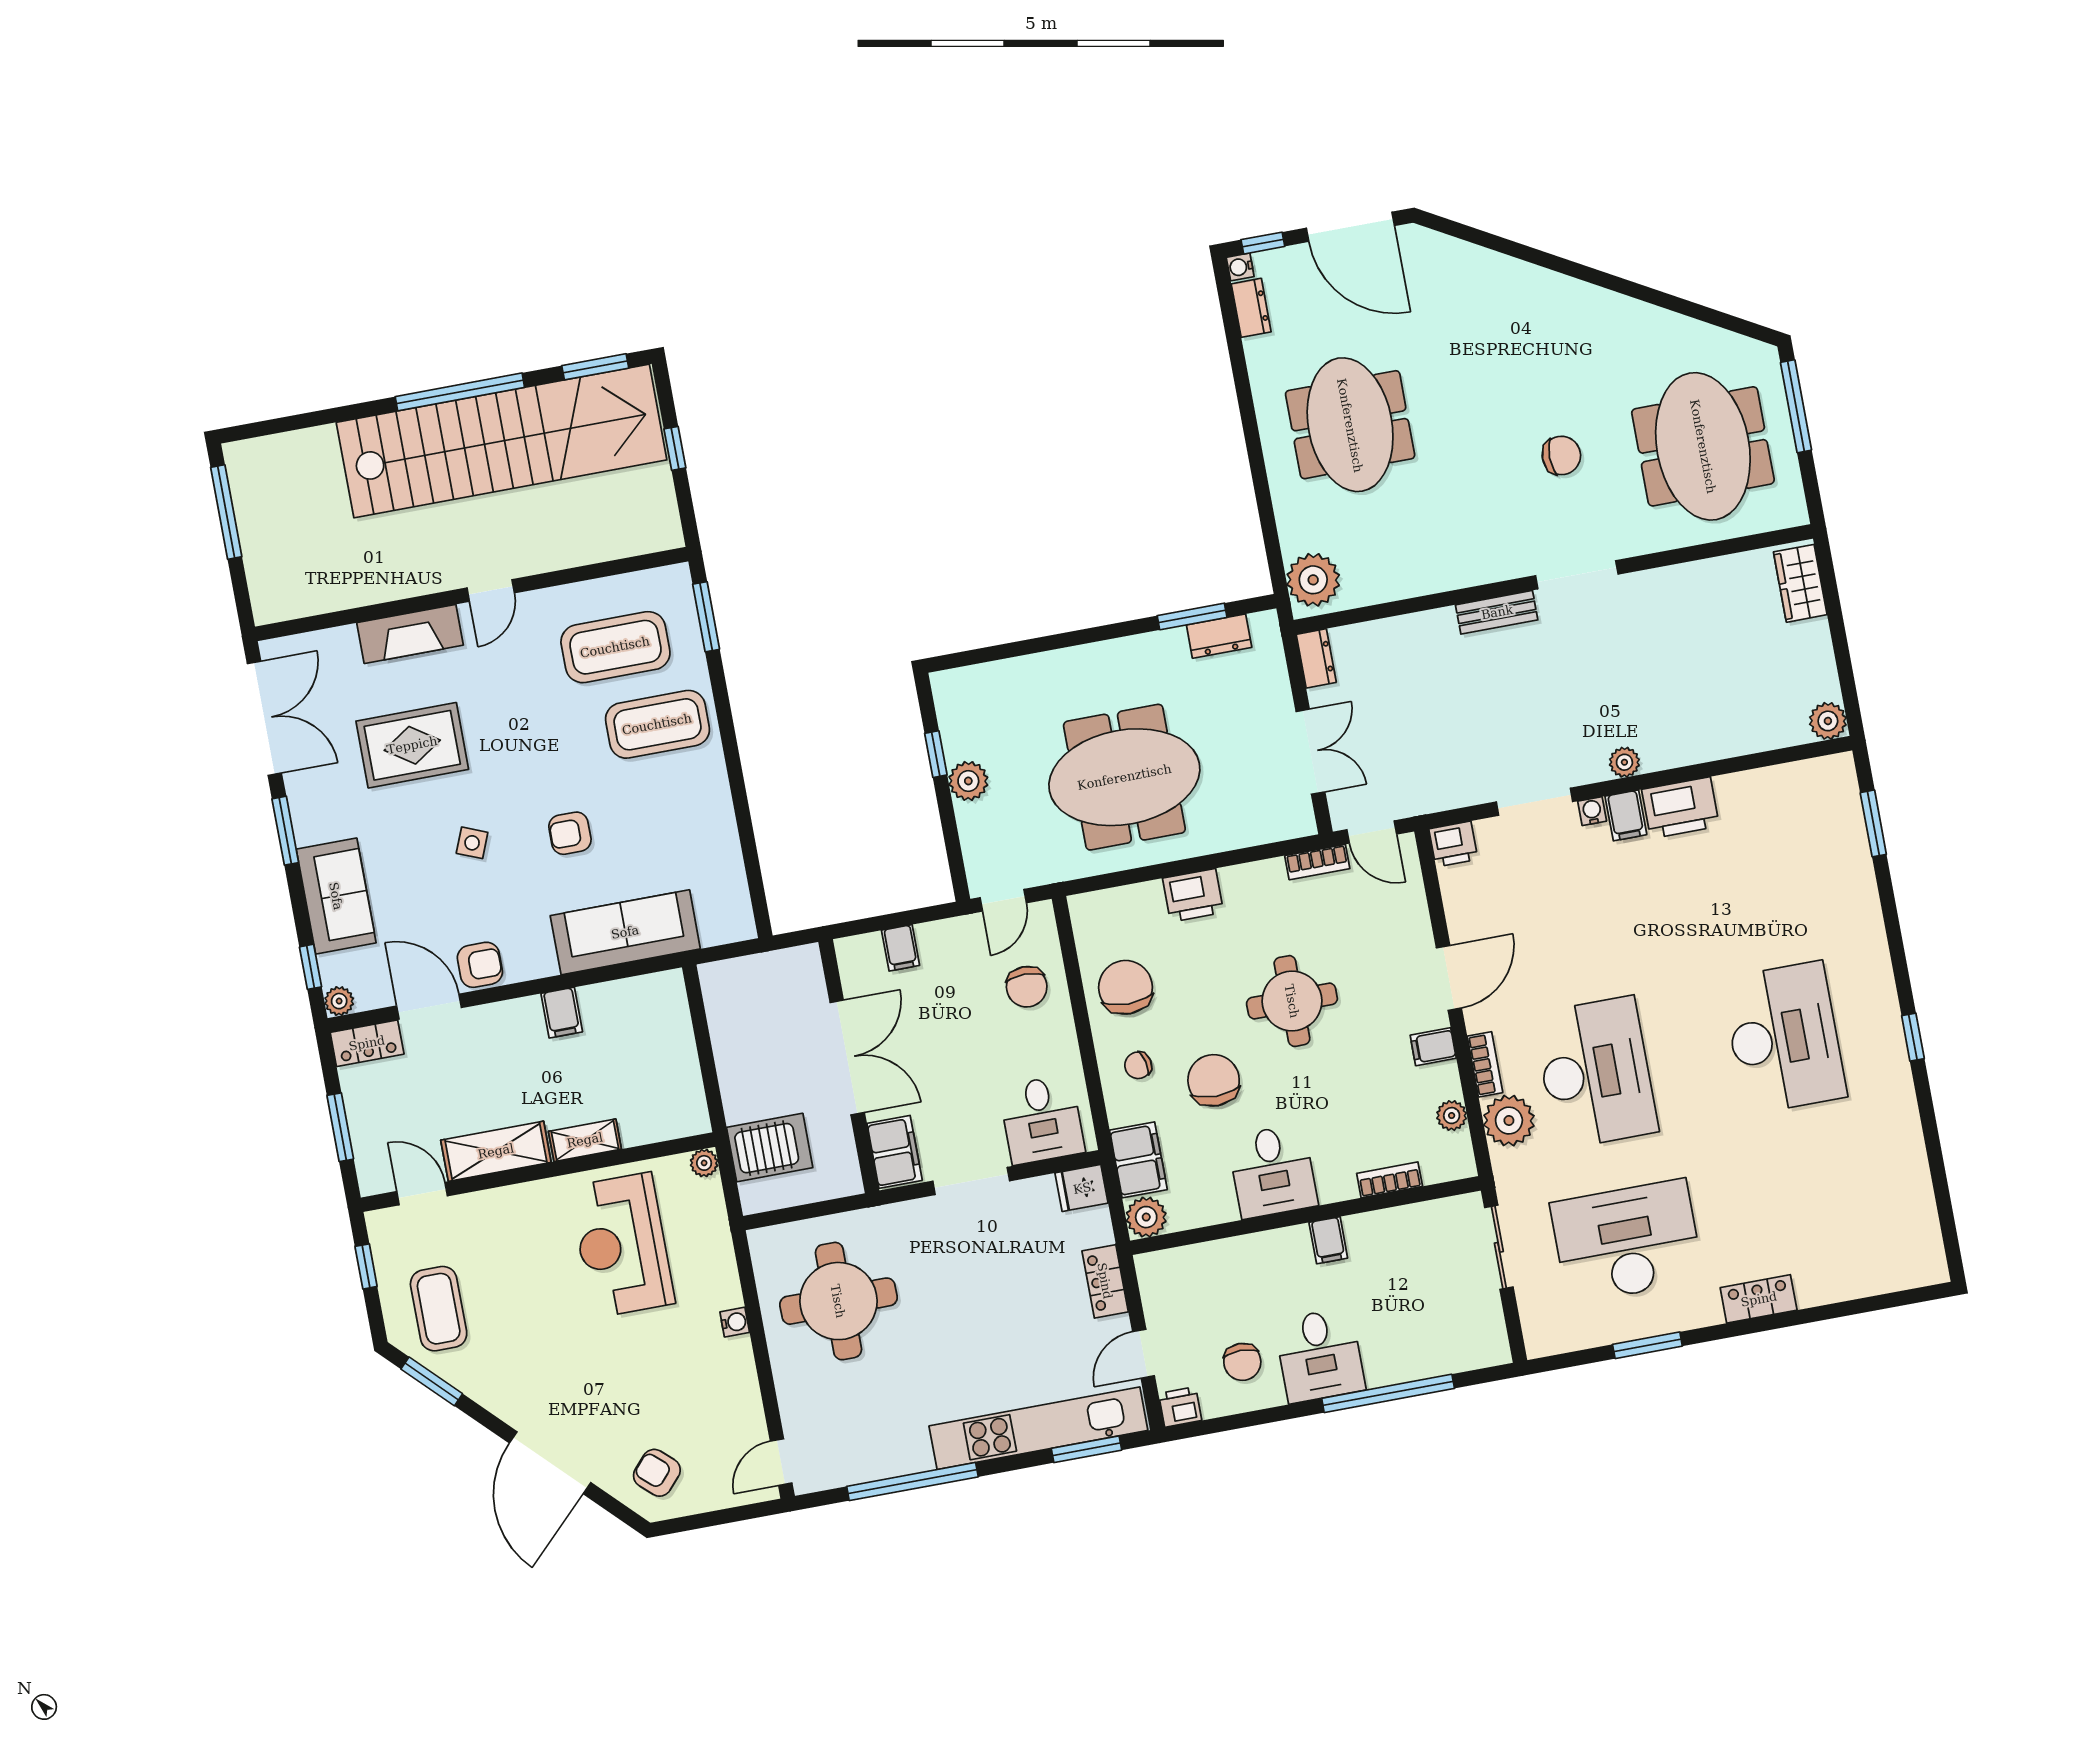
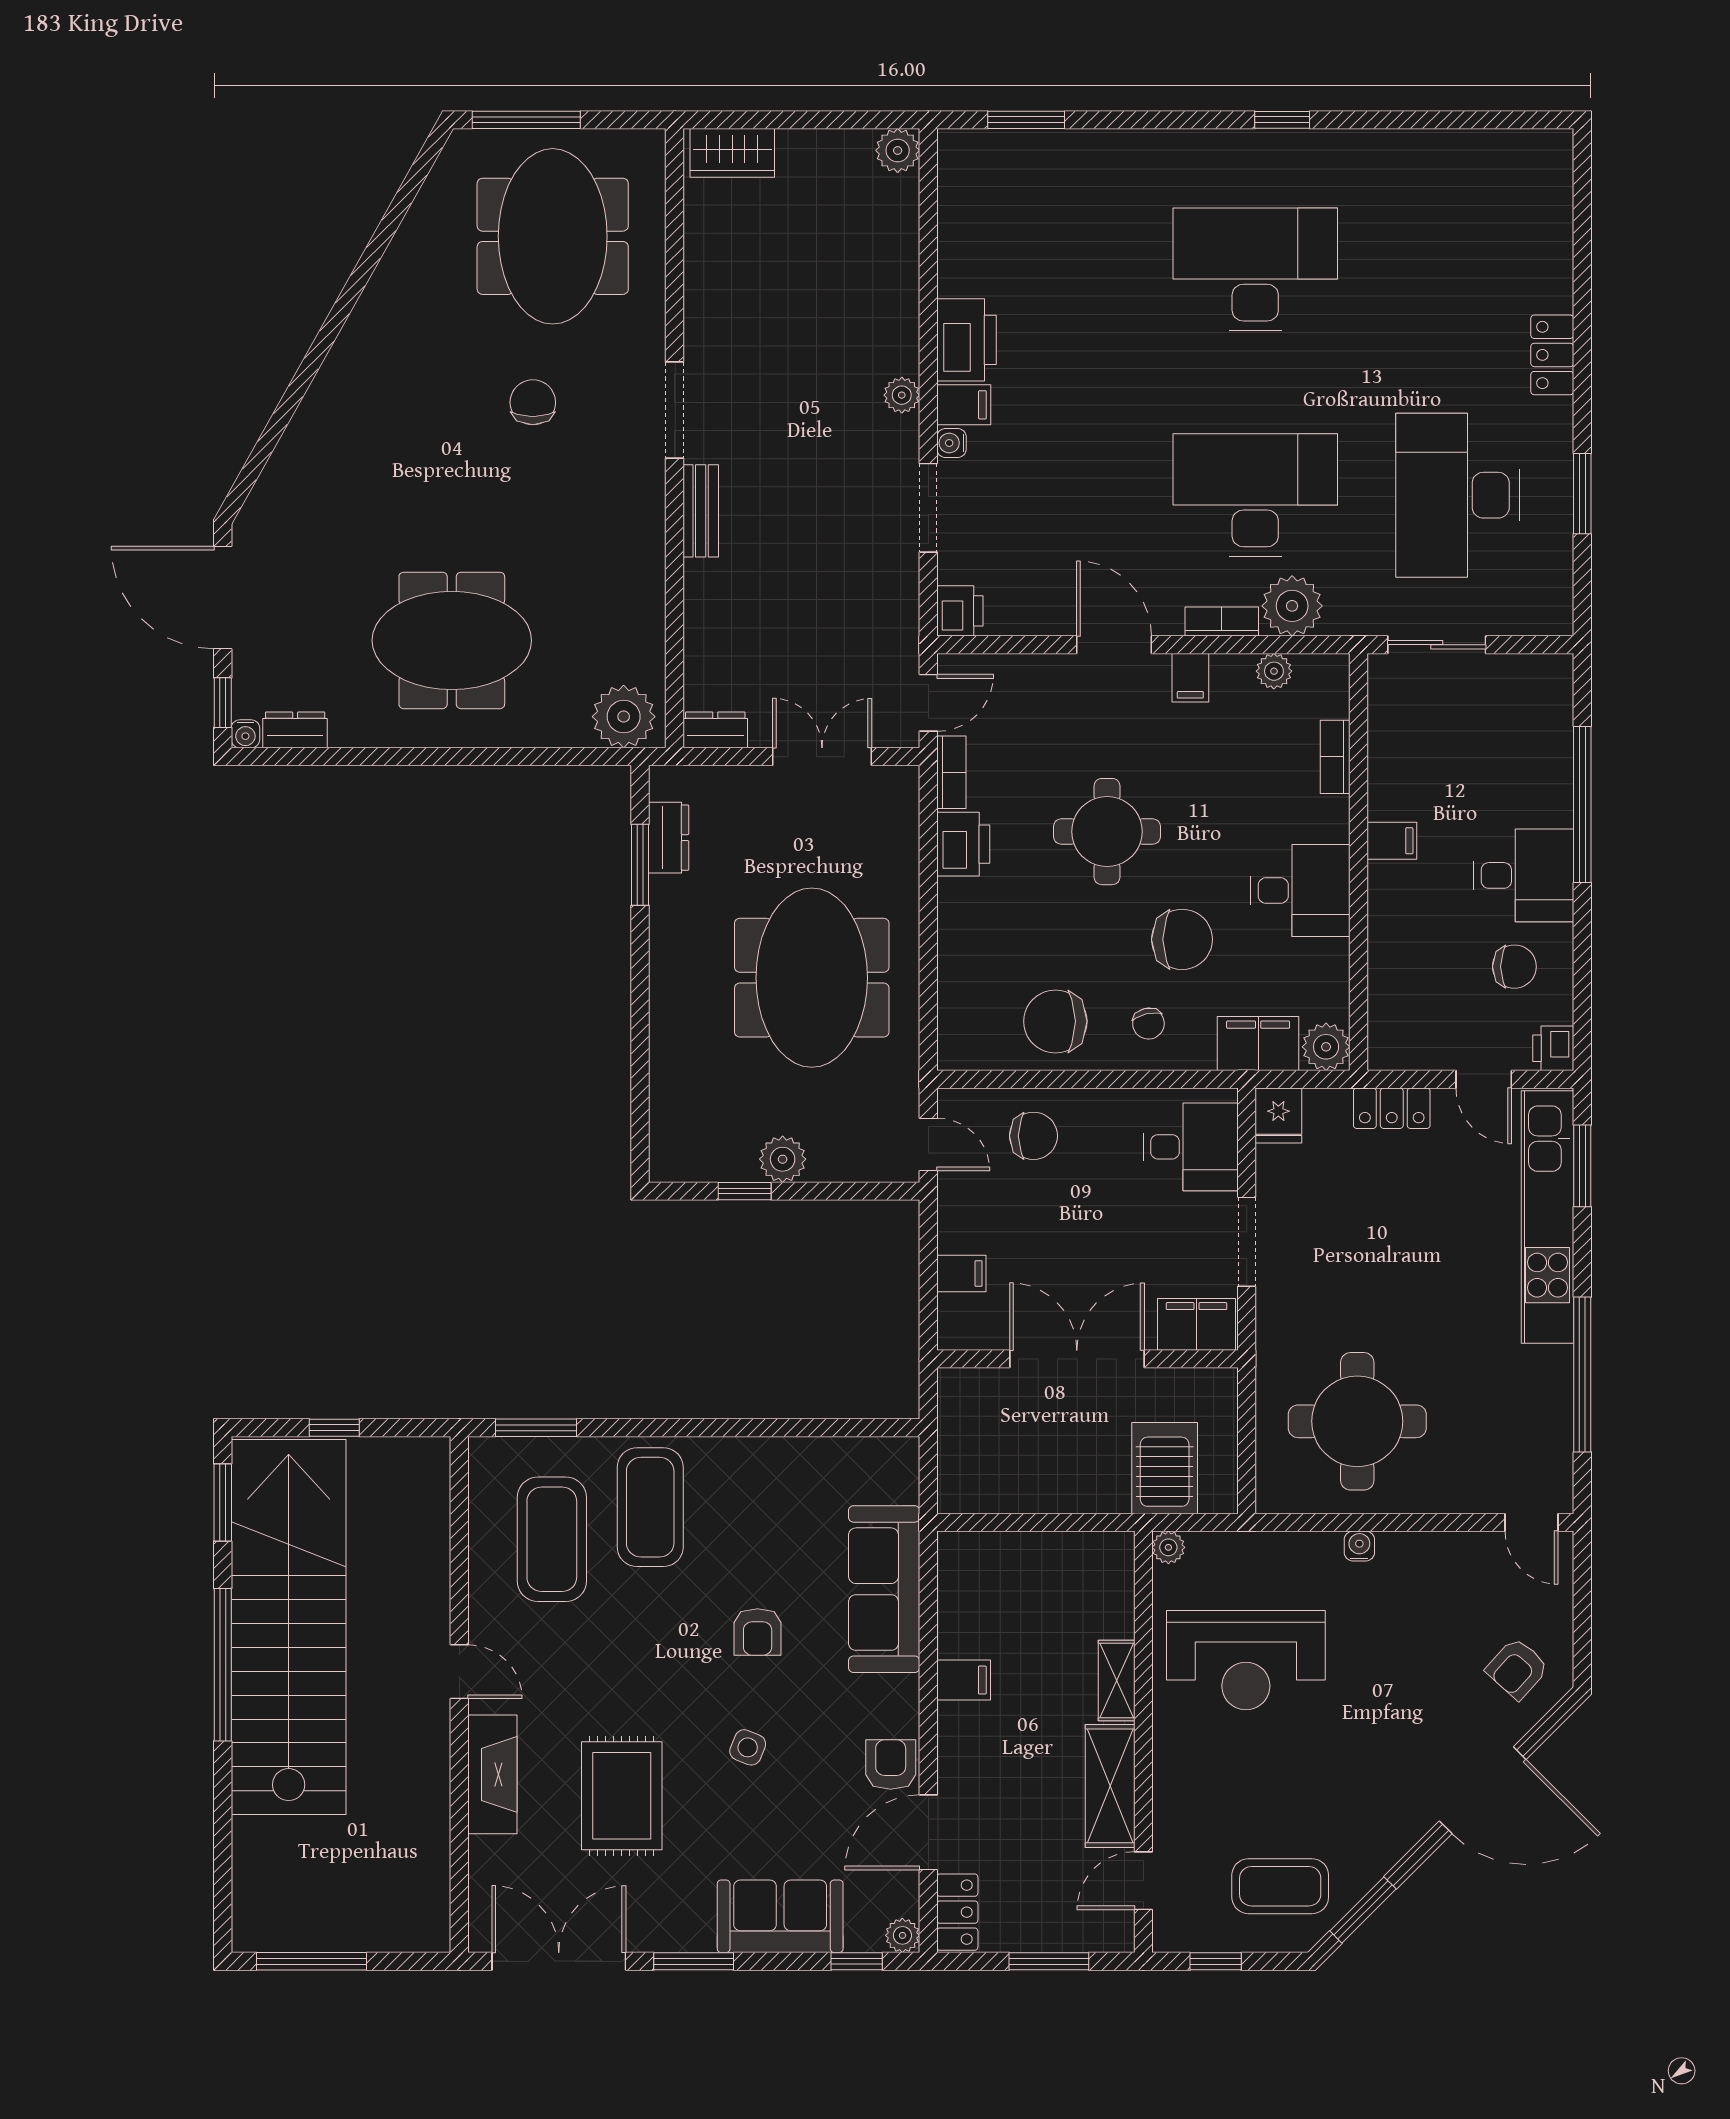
door: (1350, 227) -> (223, 598), swing flipped
meeting table: (1703, 446) -> (553, 236), turned 90
printer: (1193, 895) -> (963, 844), moved
chair: (1214, 1080) -> (1182, 939), turned 180

